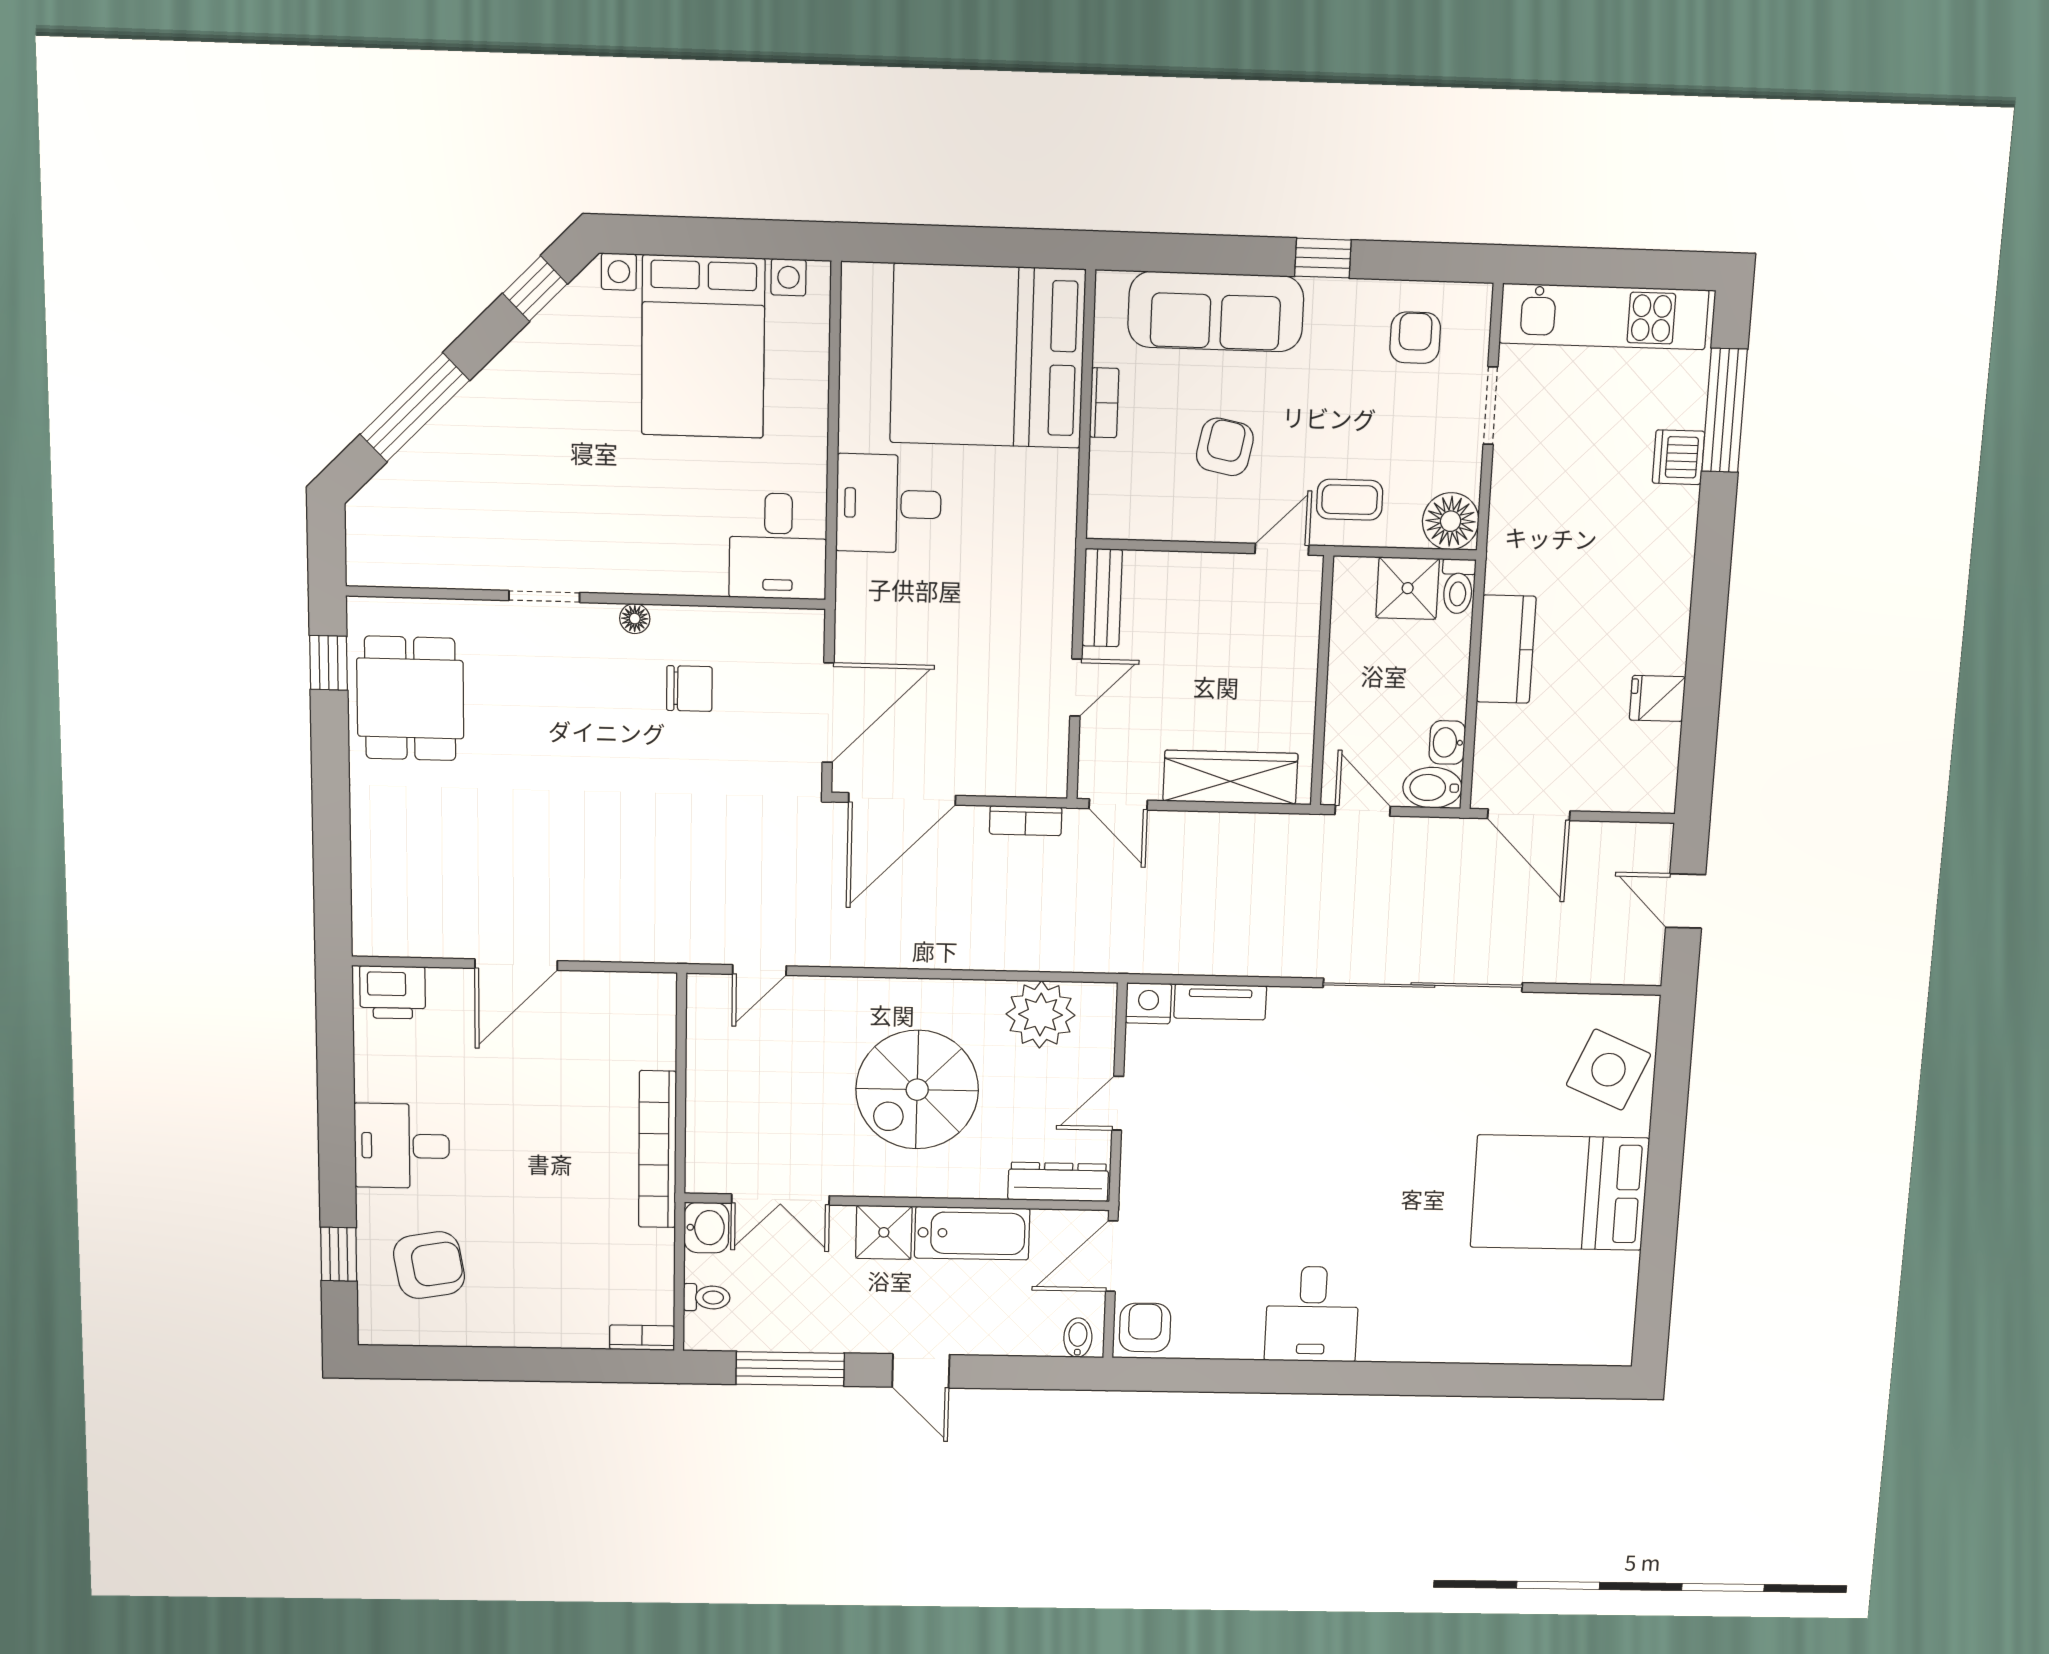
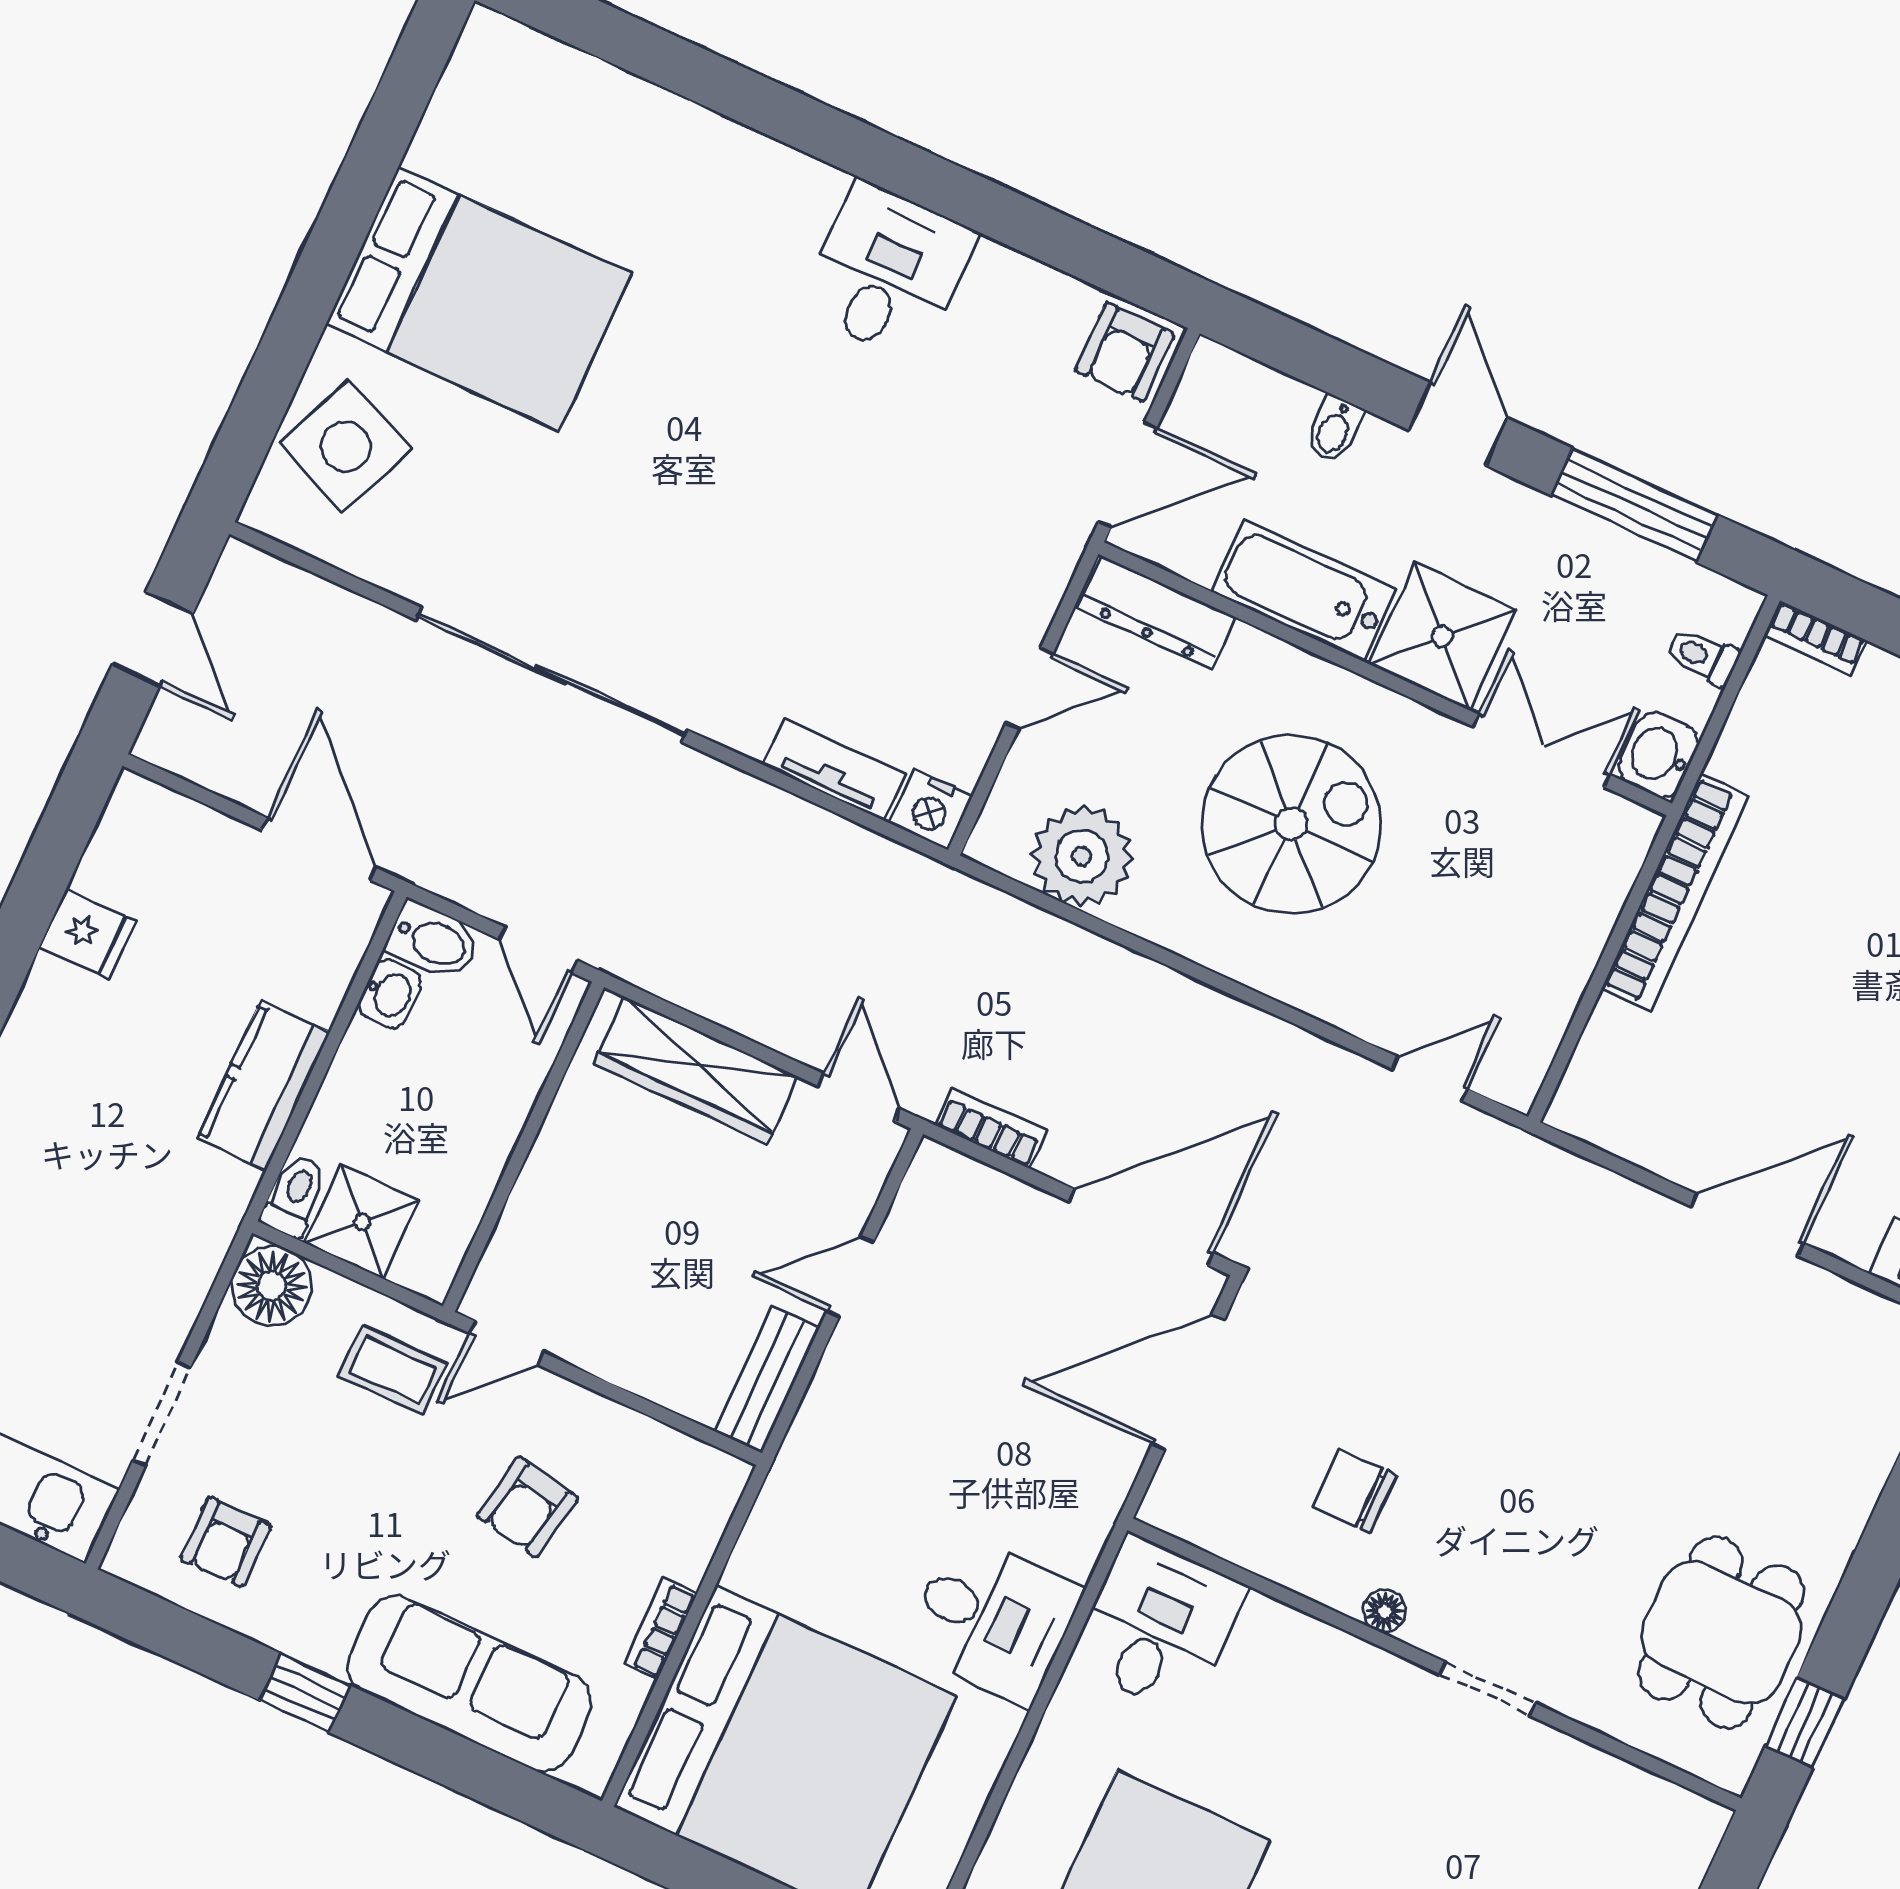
shower: (884, 1232) -> (1442, 636), width x1.36, depth x1.36
bidet: (1078, 1338) -> (1334, 429), moved

